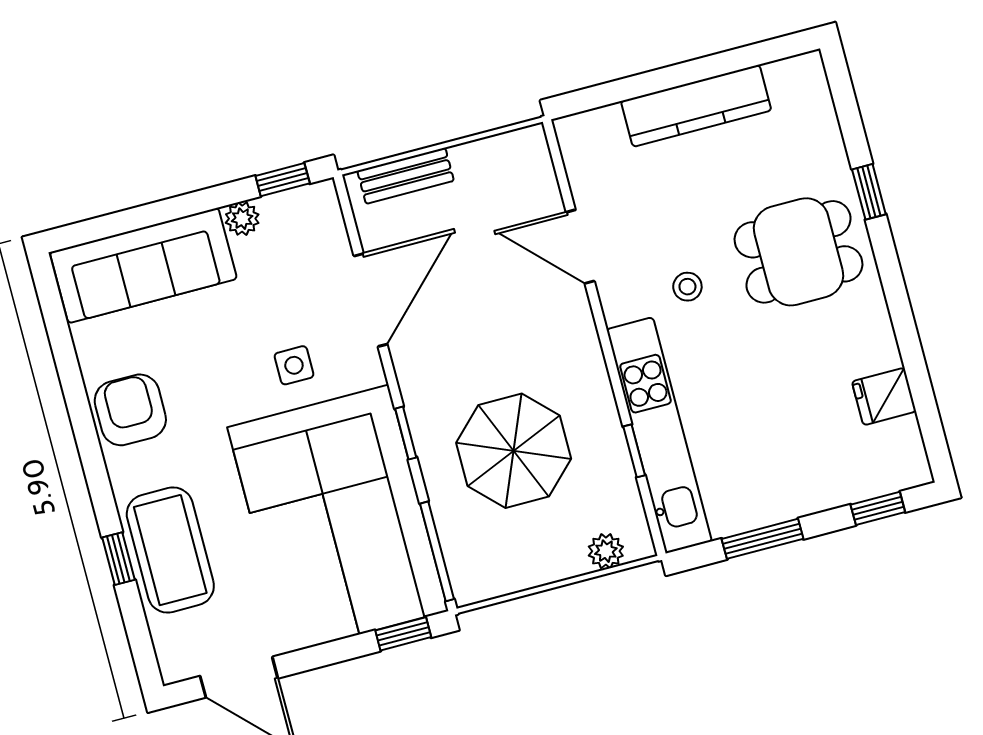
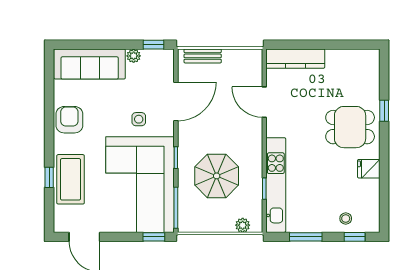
kitchen counter: (696, 106) -> (295, 59), moved
stool: (687, 287) -> (346, 219), moved
fridge: (884, 396) -> (369, 169), moved

